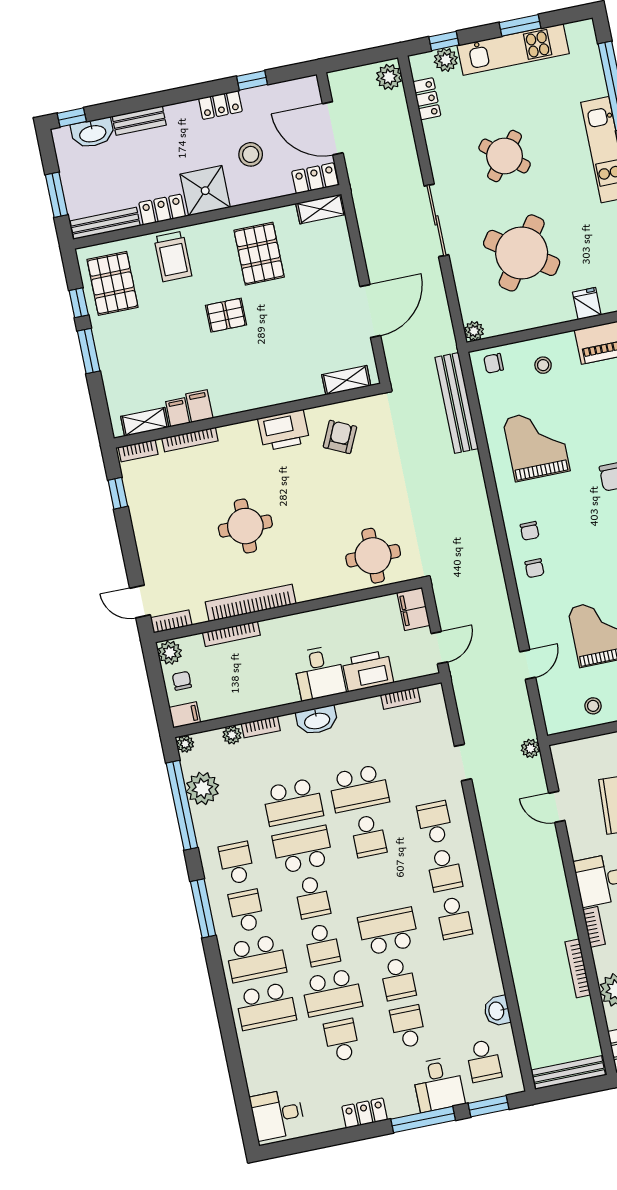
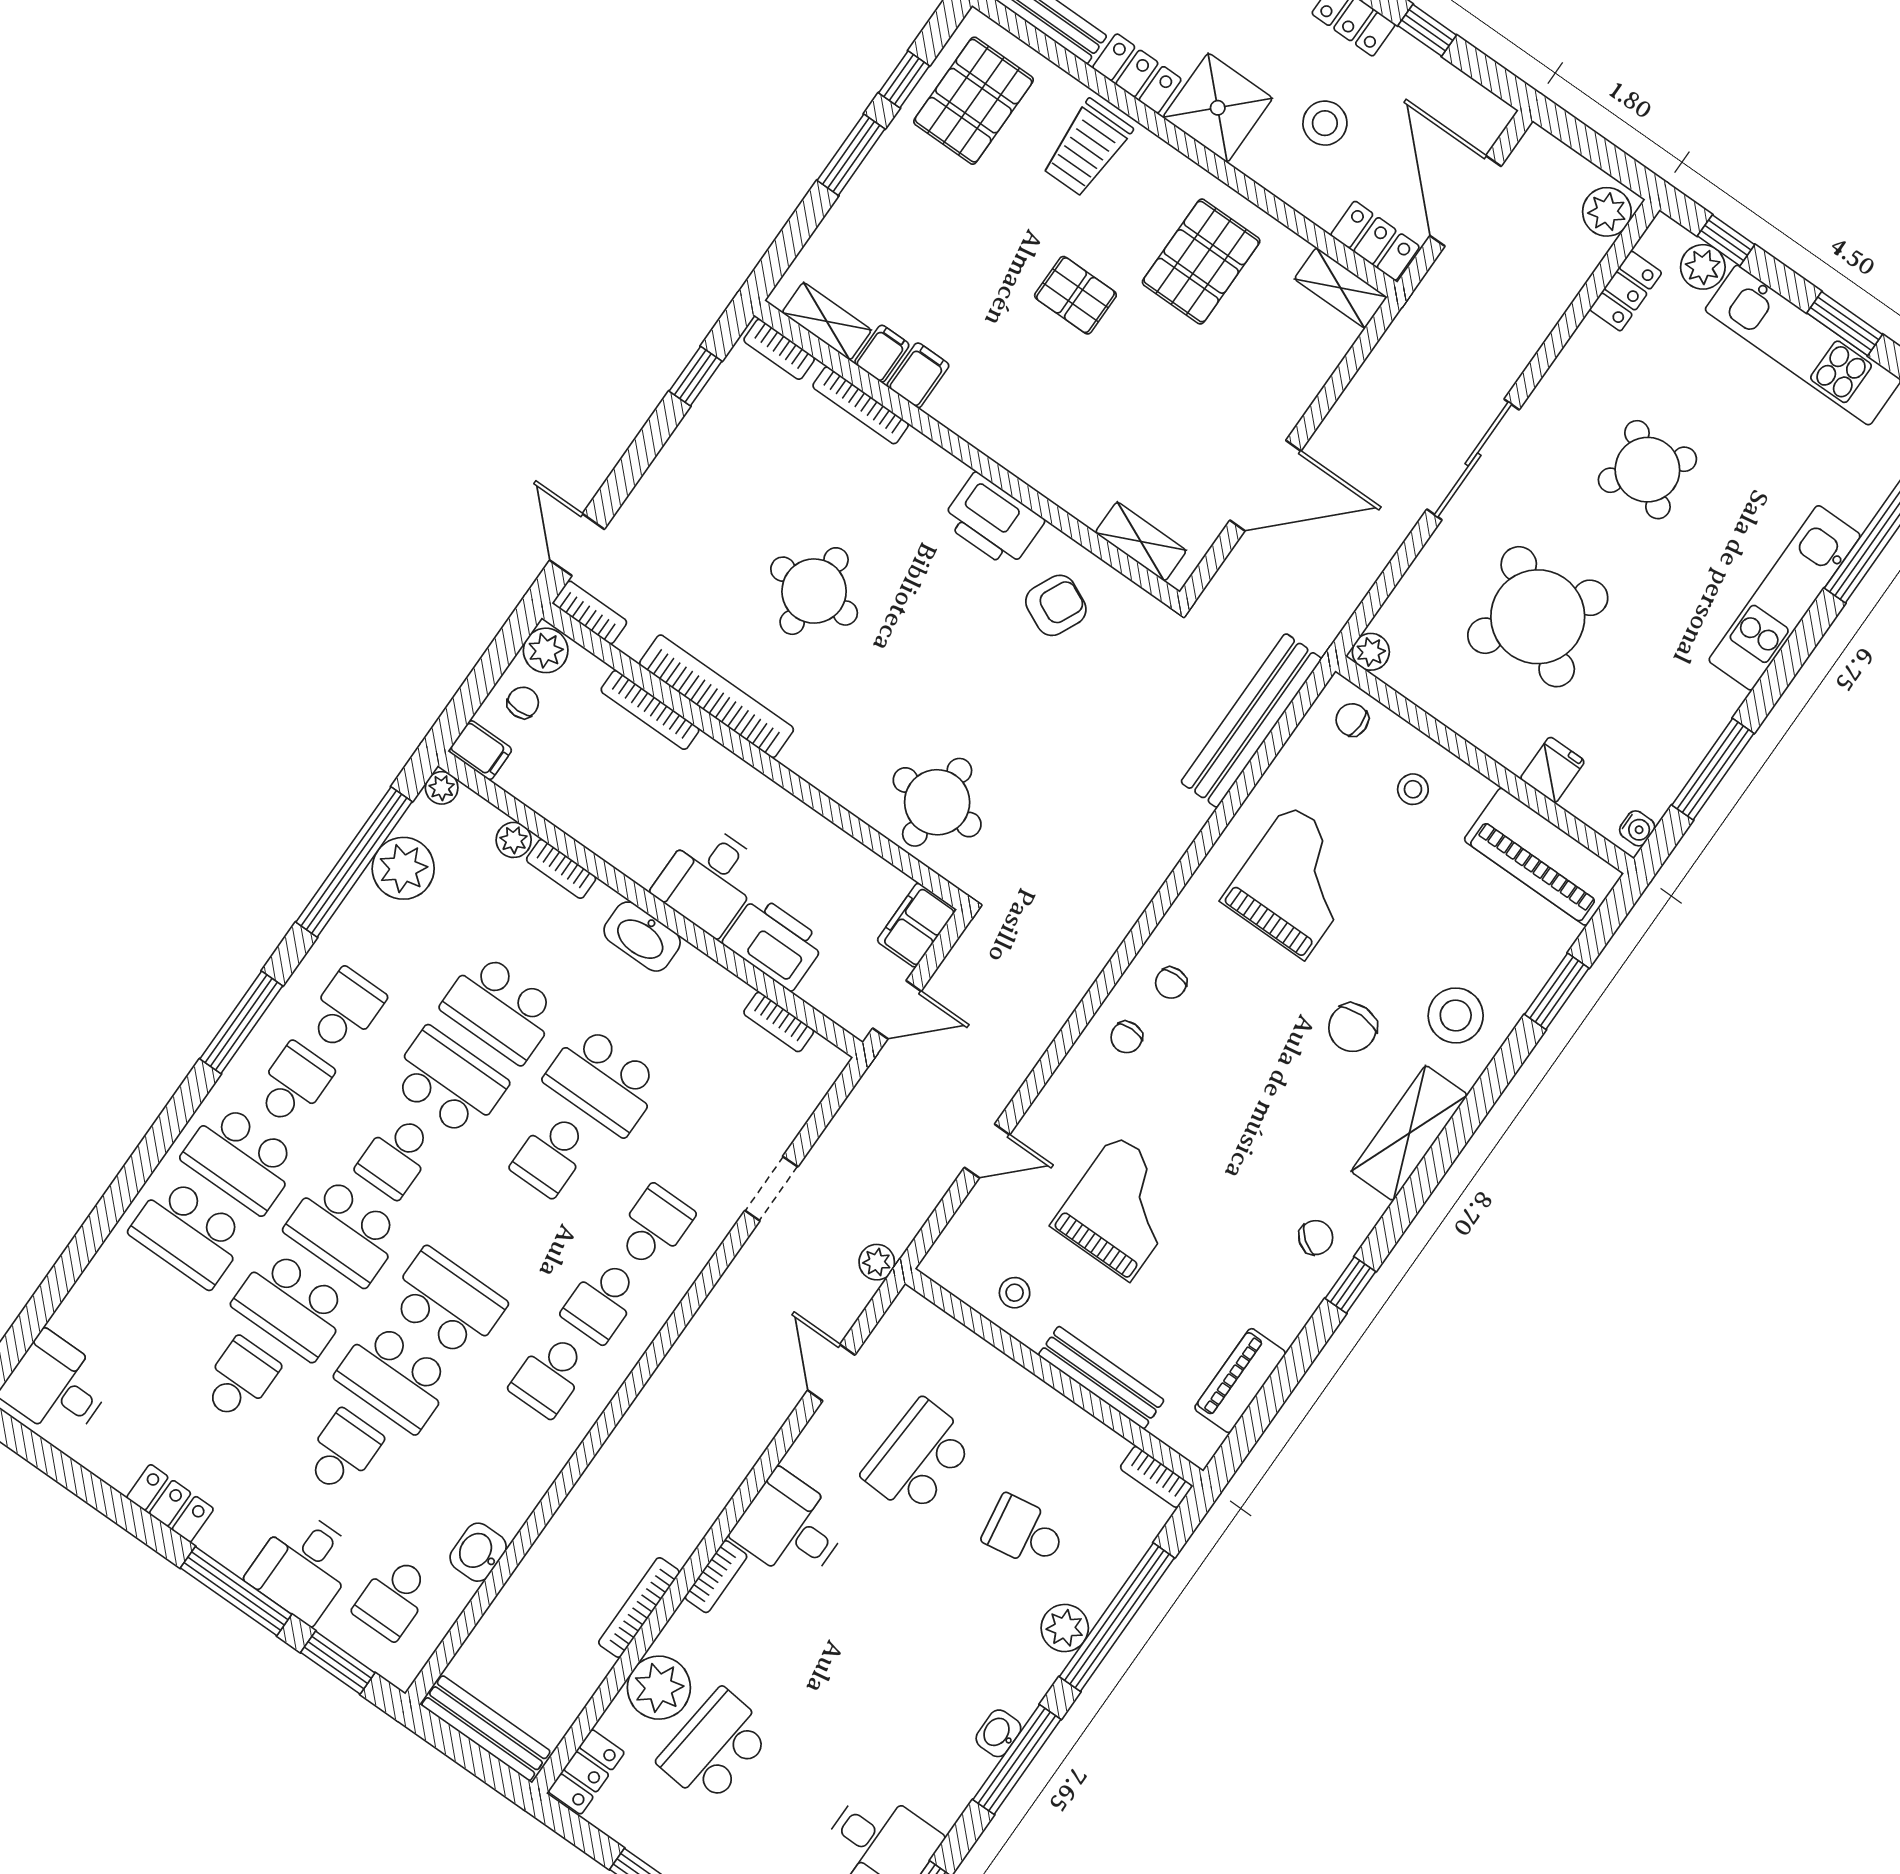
school desk: (322, 945) -> (344, 1231), width x1.85
school desk: (398, 979) -> (395, 1377), width x1.85

